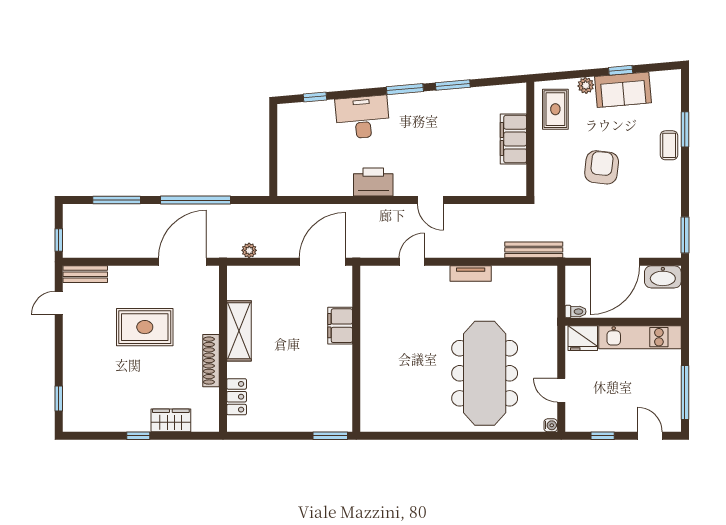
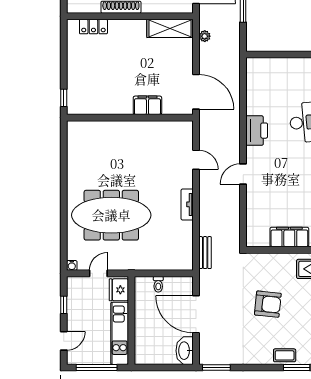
bench: (534, 250) -> (205, 253), width x0.73
wall: (623, 322) -> (131, 320), moved
shelving: (239, 331) -> (170, 28), moved
kitchen unit: (640, 337) -> (120, 333), moved
fridge: (583, 338) -> (119, 290), moved
window: (330, 436) -> (64, 98), width x0.67

